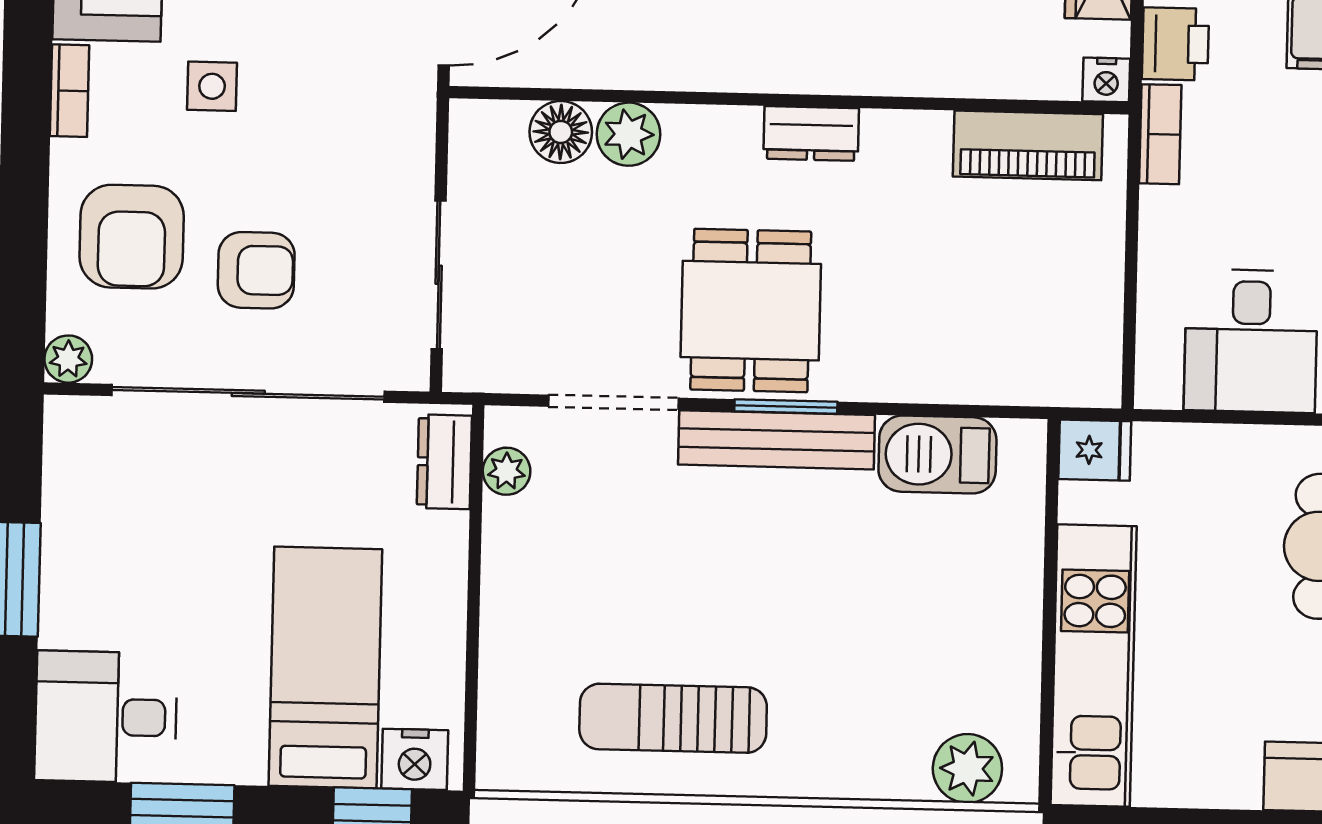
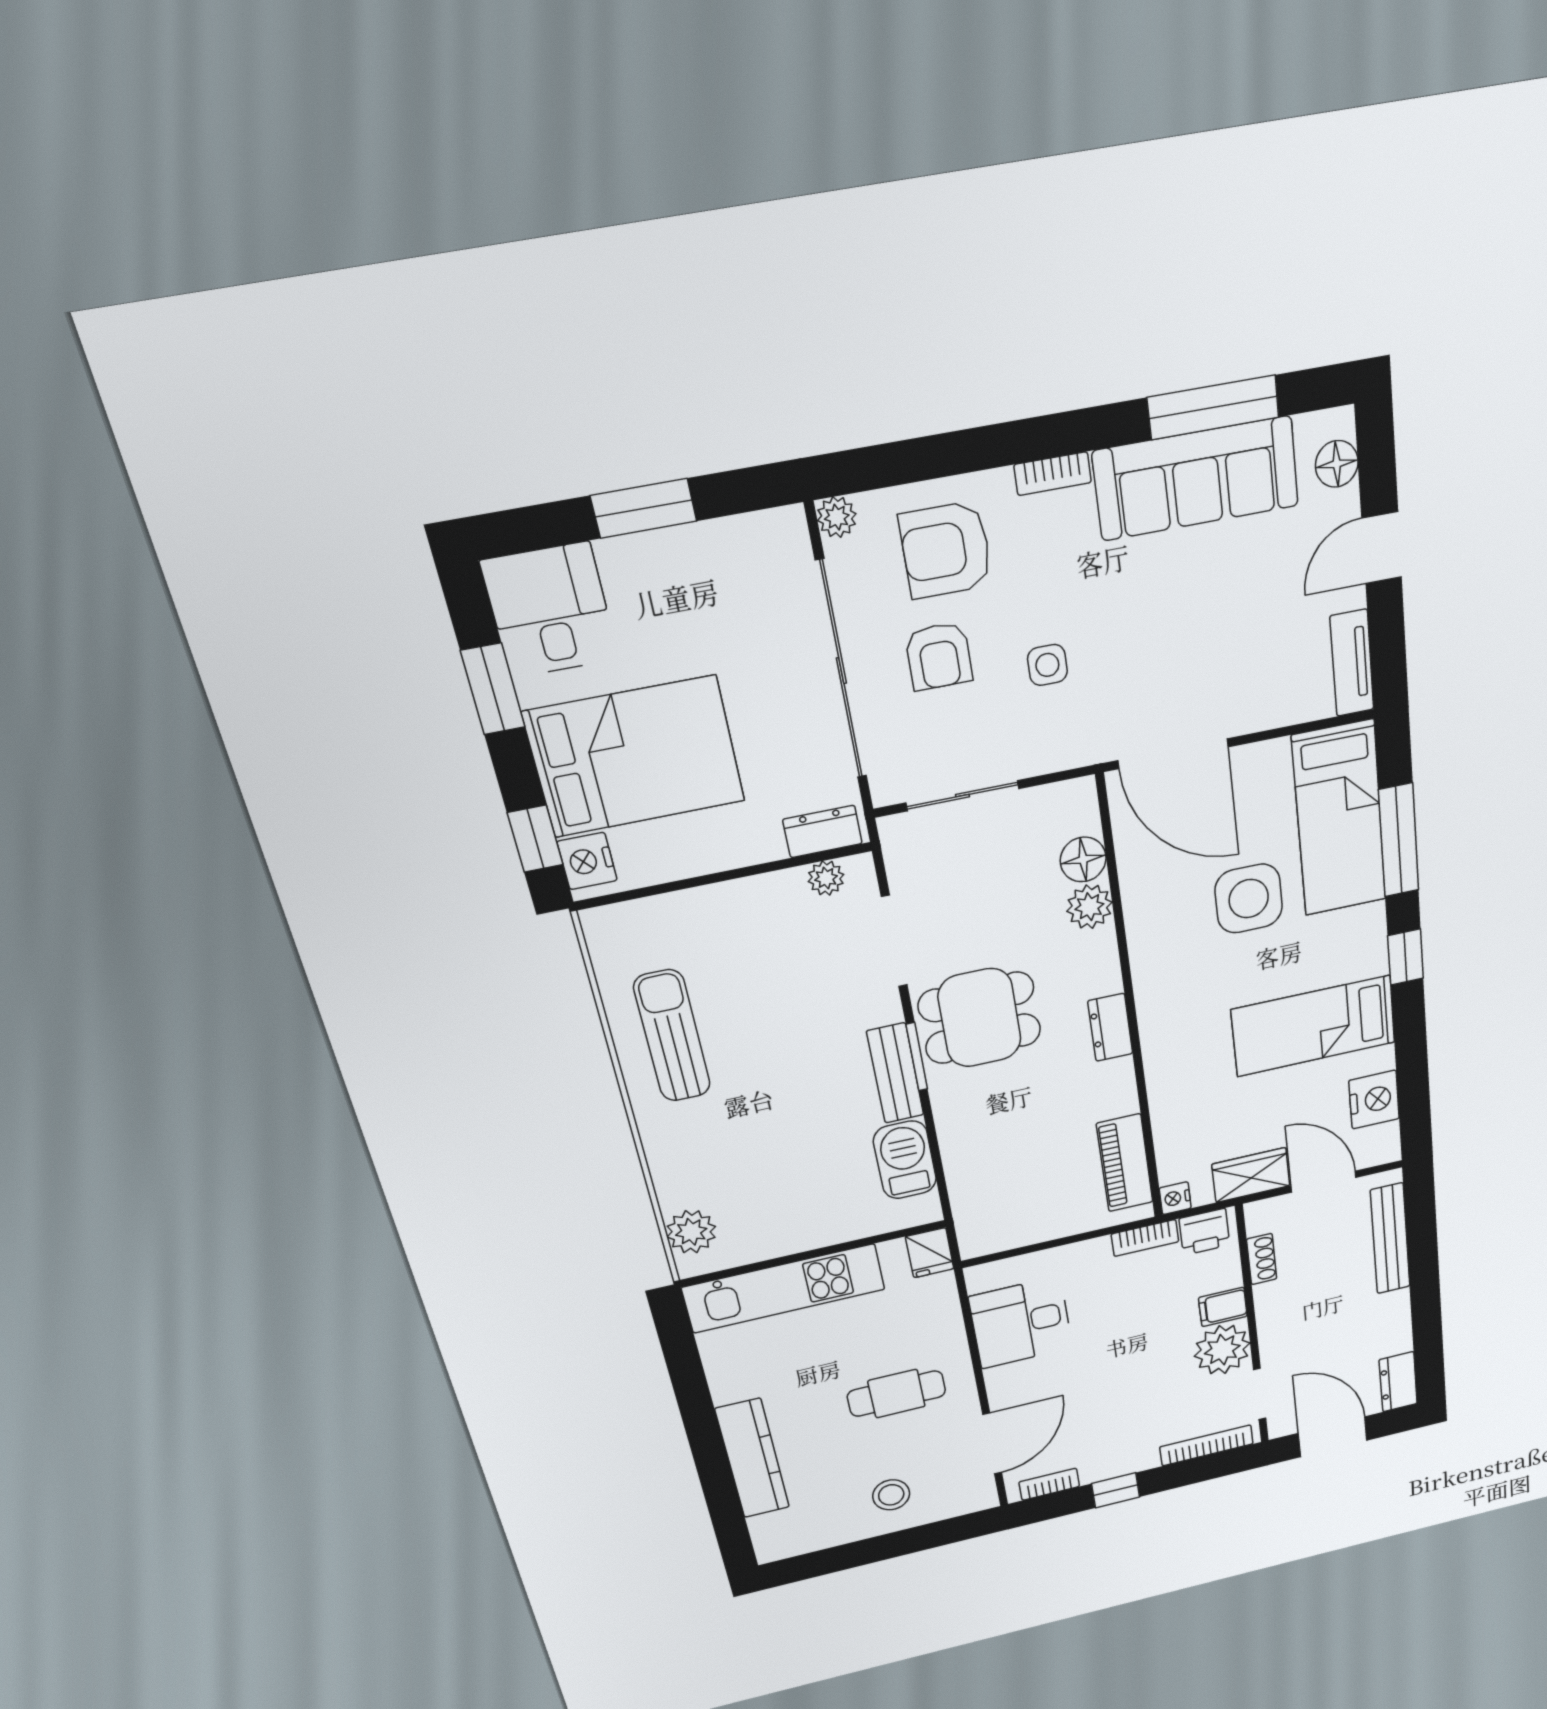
side table: (212, 86) -> (1047, 665), moved
bench: (776, 440) -> (895, 1073), width x0.73
bed: (325, 667) -> (635, 757), width x1.50

